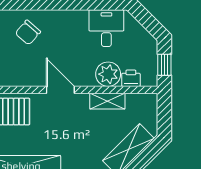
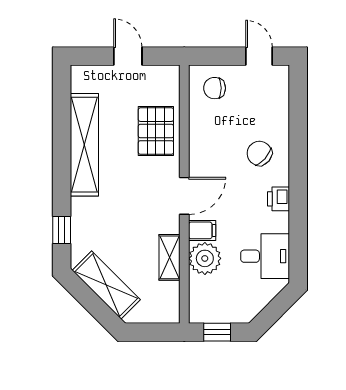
filing cabinet: (87, 76) -> (202, 230), added
printer: (131, 78) -> (279, 199), moved, turned 180

